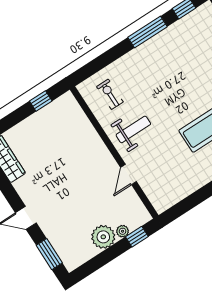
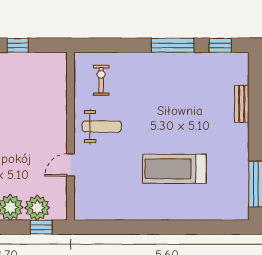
window: (41, 101) -> (18, 45), moved
plant: (123, 231) -> (37, 208), width x1.87, depth x1.87

